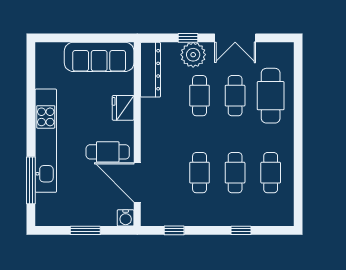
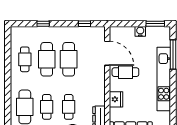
cafe table: (200, 173) -> (69, 59), width x1.37, depth x1.35
cafe table: (235, 173) -> (47, 59), width x1.37, depth x1.35
water cooler: (126, 218) -> (140, 31), moved
window: (85, 230) -> (155, 24), moved

